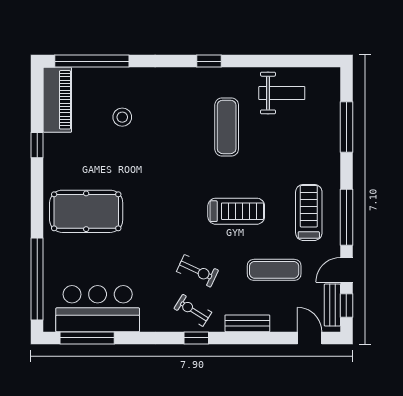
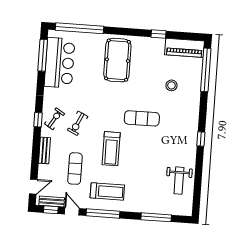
exercise mat: (227, 127) -> (142, 118), moved

